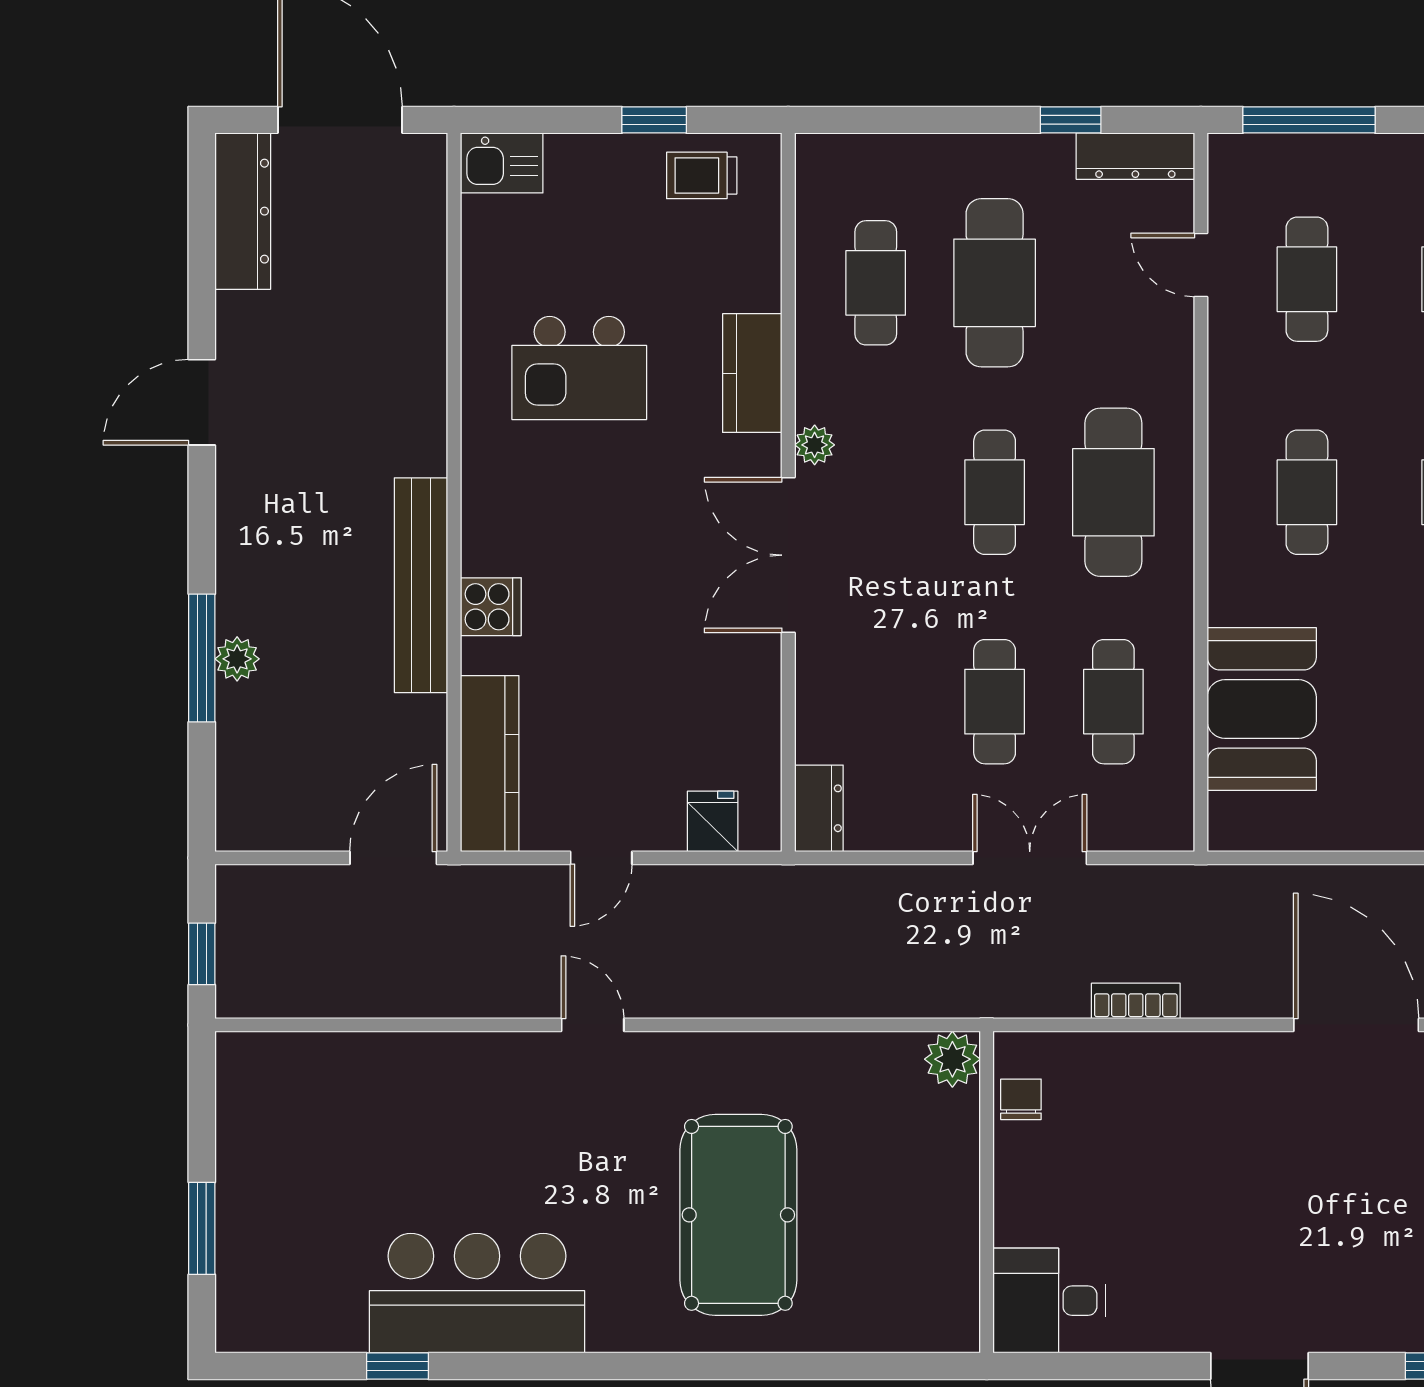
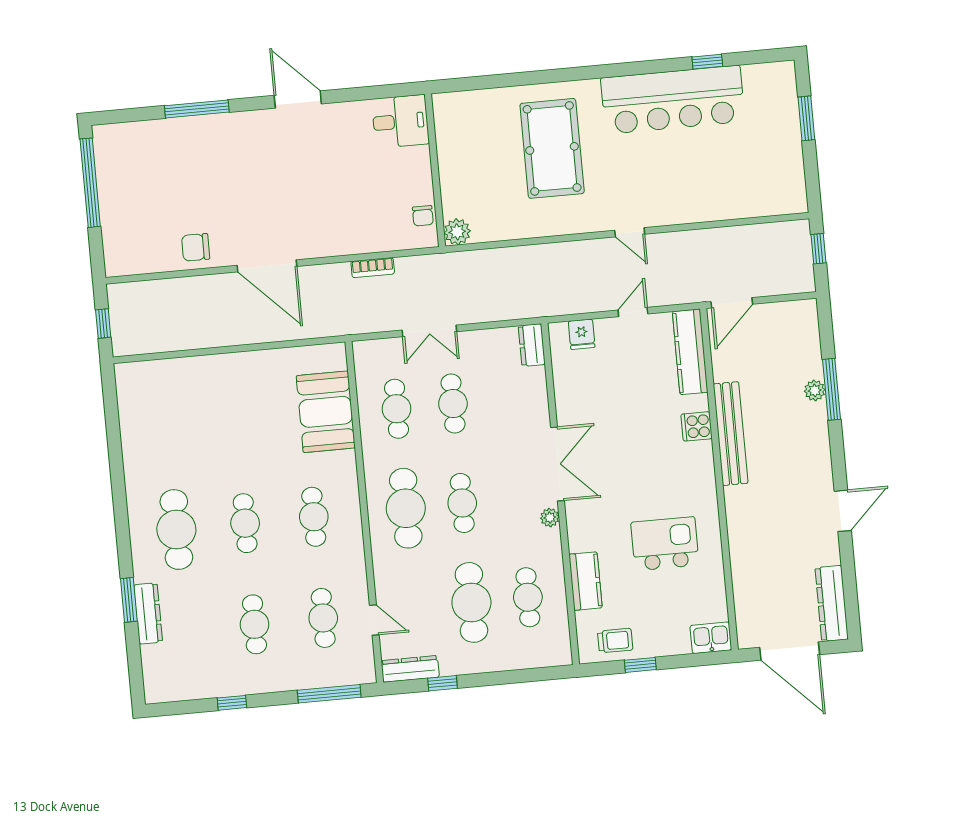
kitchen counter: (752, 373) -> (585, 581), moved
bar counter: (477, 1293) -> (673, 100), width x1.36

